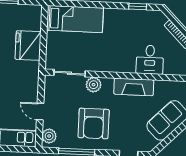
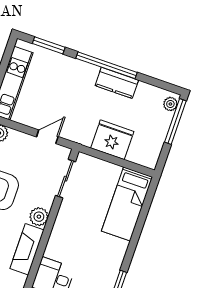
plant: (94, 85) -> (39, 217), moved
door: (40, 112) -> (47, 137), moved

